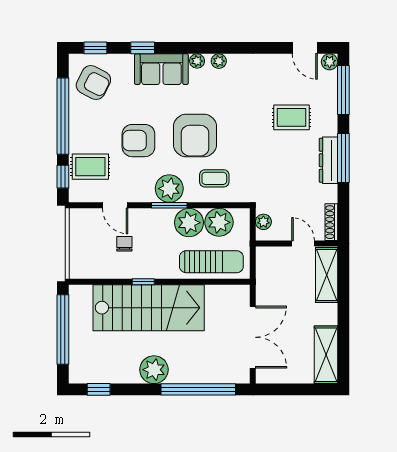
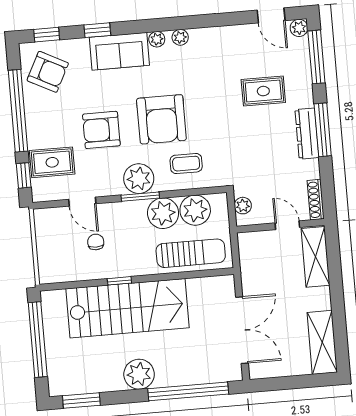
window: (99, 389) -> (81, 400), width x1.50

